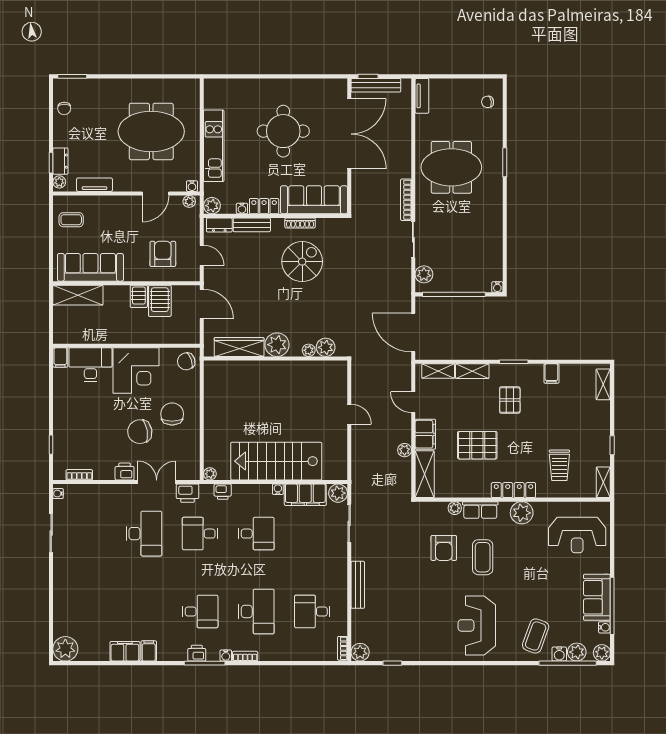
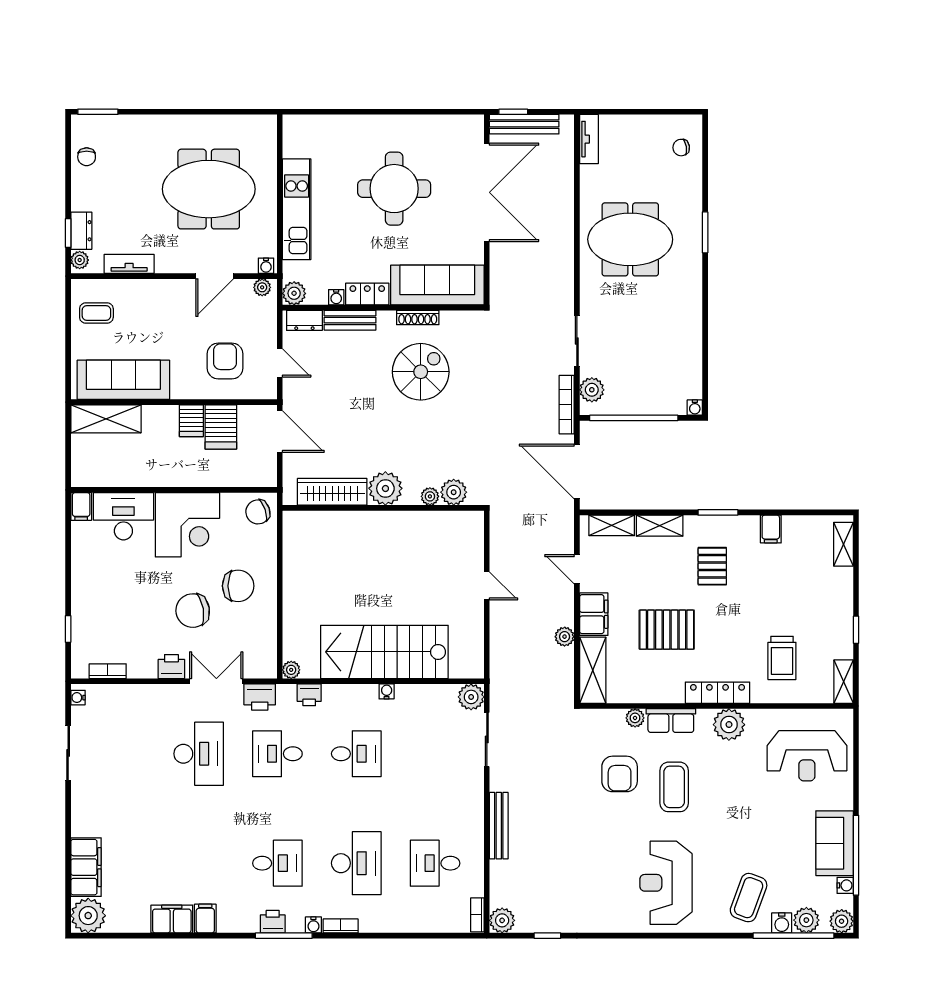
bookcase: (406, 200) -> (567, 405), moved
chair: (172, 414) -> (238, 586), turned 90
filing cabinet: (305, 495) -> (86, 867), moved, turned -90

